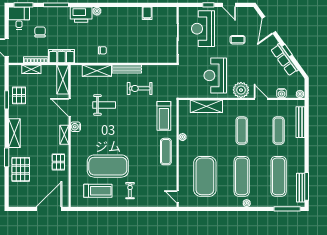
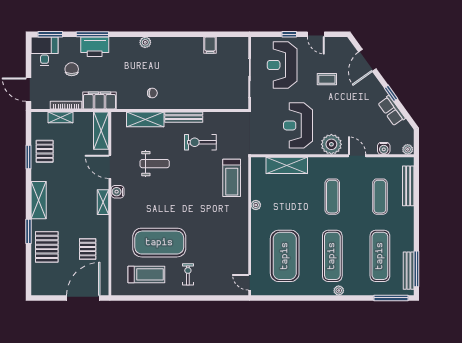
printer: (81, 15) -> (95, 47), moved
row of seats: (285, 60) -> (392, 111), width x0.68
exercise mat: (166, 152) -> (234, 224), removed
pallet: (58, 162) -> (88, 249), moved

